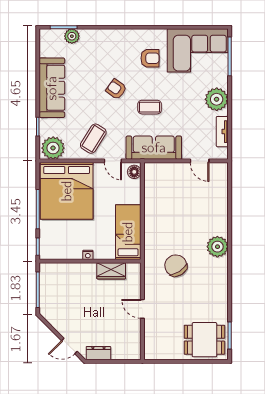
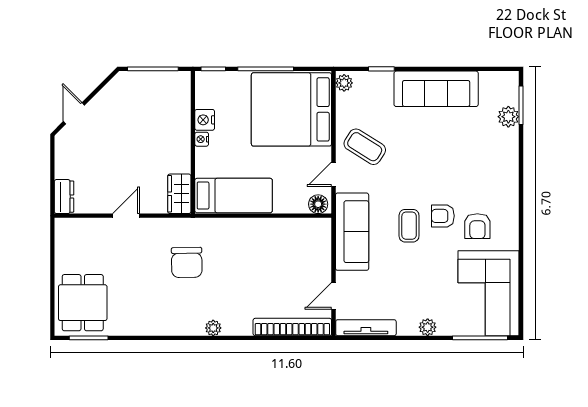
armchair: (116, 89) -> (443, 216), moved, turned -126
plant: (217, 99) -> (428, 327), width x0.53, depth x0.53
tv unit: (222, 132) -> (366, 328), width x1.41
plant: (53, 148) -> (344, 83), width x0.53, depth x0.53
bookcase: (222, 190) -> (292, 327), added
plant: (217, 247) -> (213, 328), width x0.53, depth x0.53
nightstand: (74, 253) -> (205, 120), added
chair: (176, 266) -> (187, 262), turned 122
wardrobe: (111, 271) -> (179, 194), moved
dresser: (98, 353) -> (64, 197), moved

